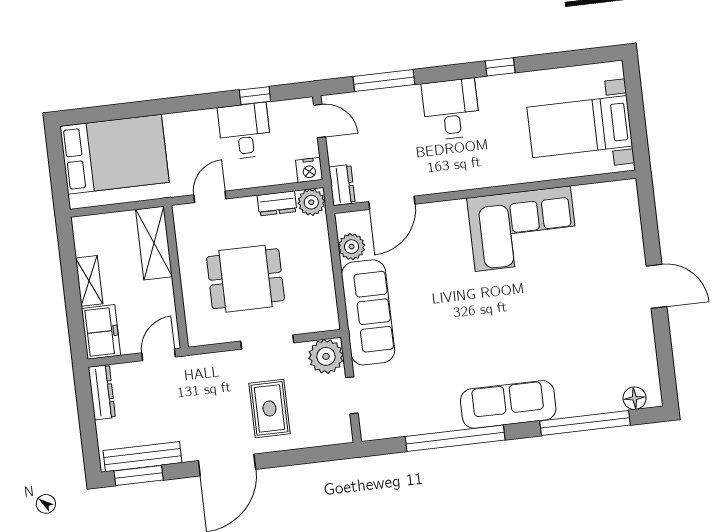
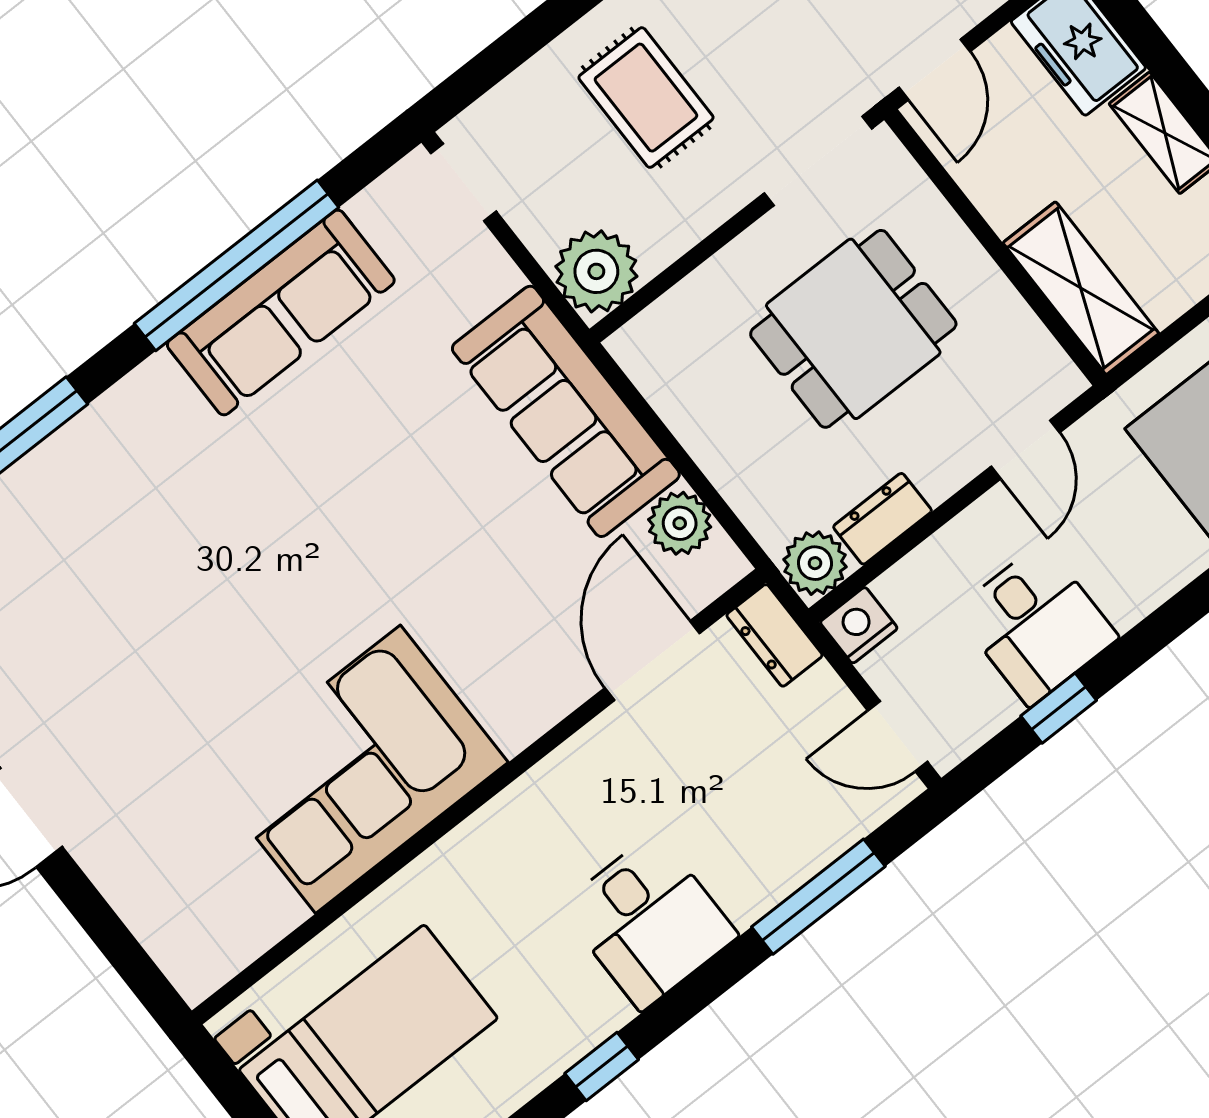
doorway: (267, 342) -> (818, 161), moved
doorway: (352, 395) -> (463, 182), moved
sofa: (508, 404) -> (281, 313), moved

